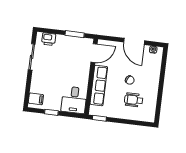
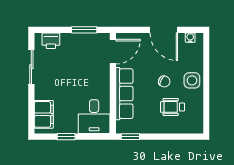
side table: (151, 82) -> (192, 80), added
filing cabinet: (36, 99) -> (44, 114), width x2.00

